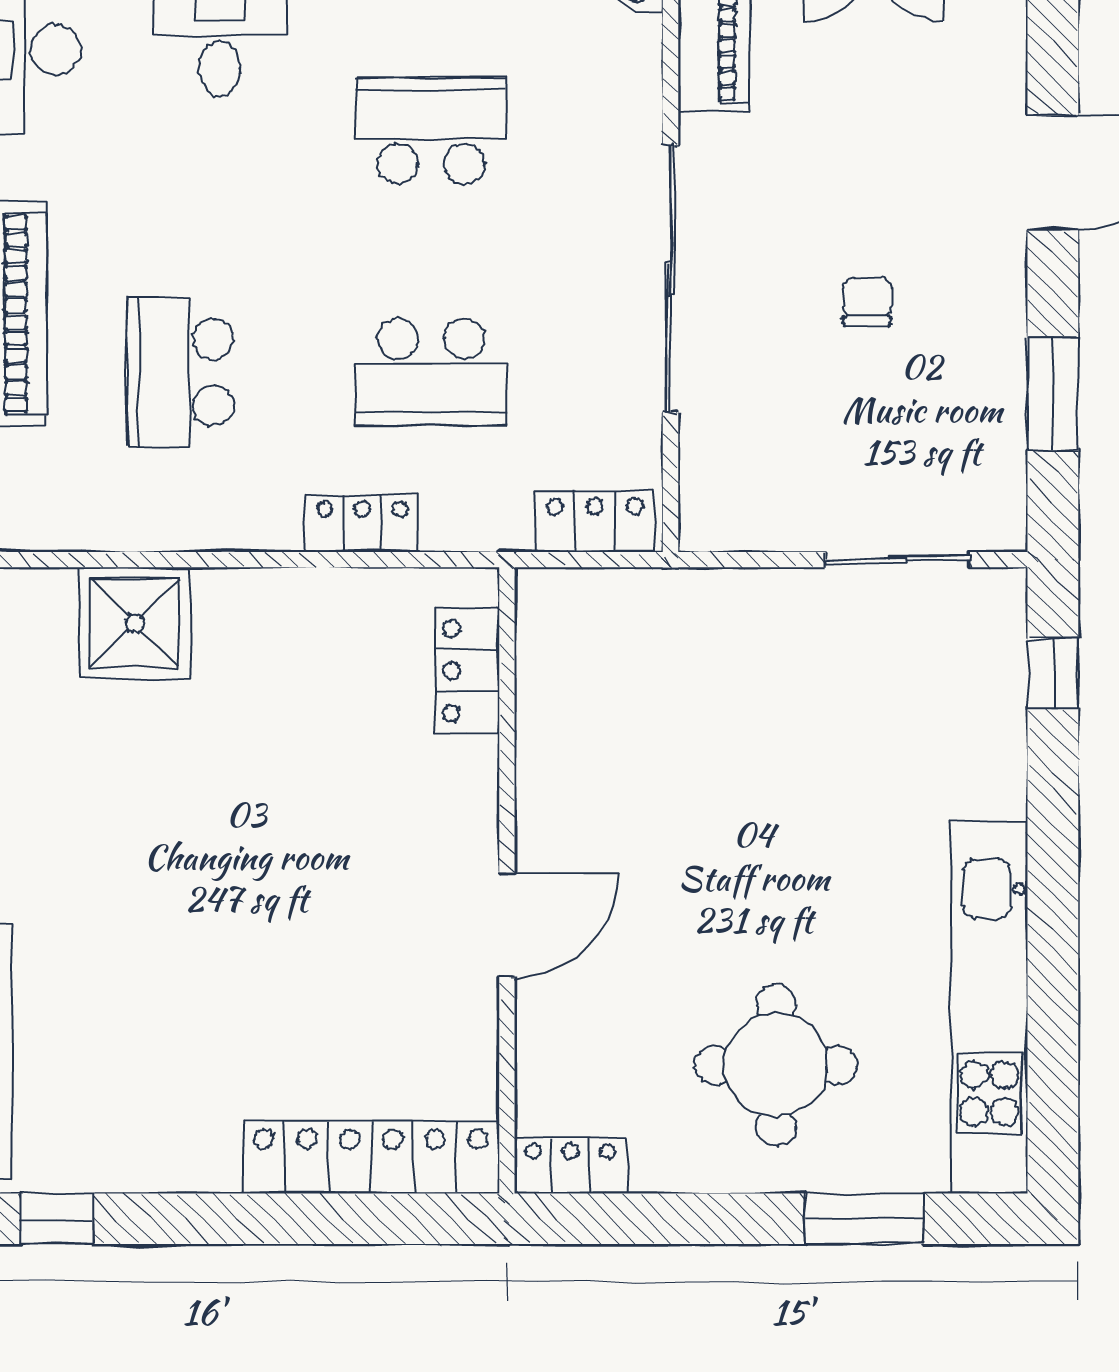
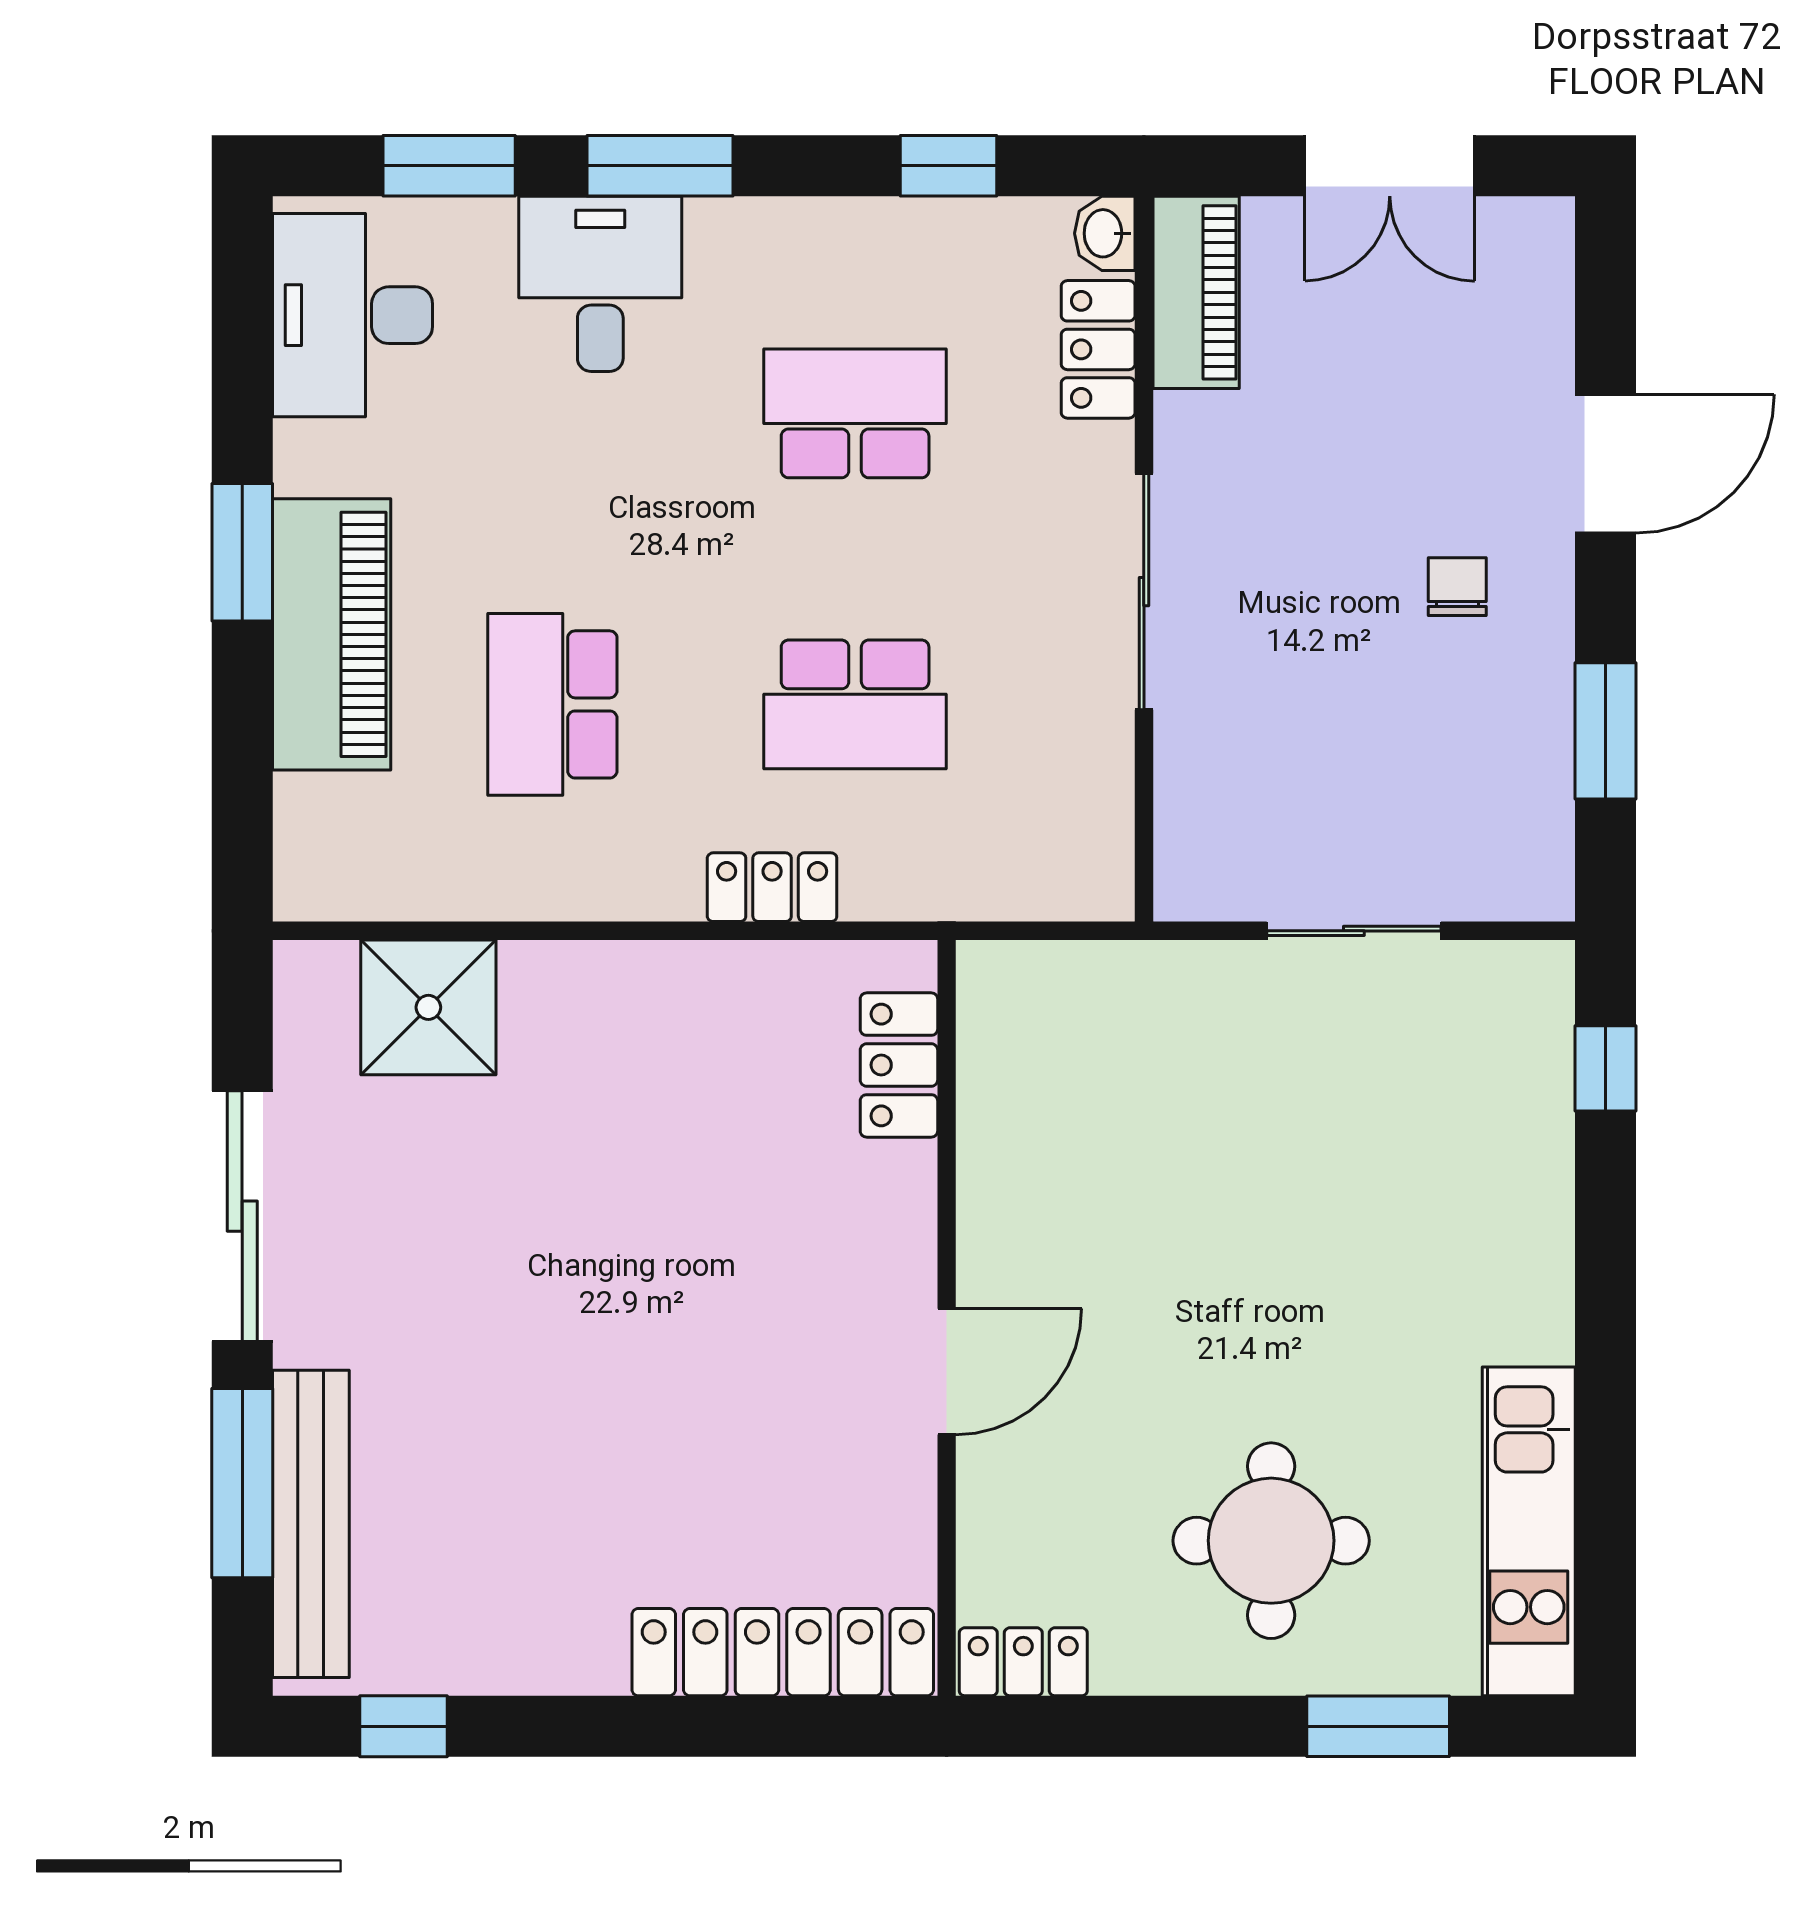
sliding door: (670, 279) -> (1144, 592), width x0.73
chair: (867, 302) -> (1457, 587), moved
locker: (595, 522) -> (1098, 349), moved, turned -90
sliding door: (898, 560) -> (1354, 931), moved
shower: (135, 623) -> (428, 1007), moved
kitchen unit: (989, 1008) -> (1529, 1531), width x0.73

